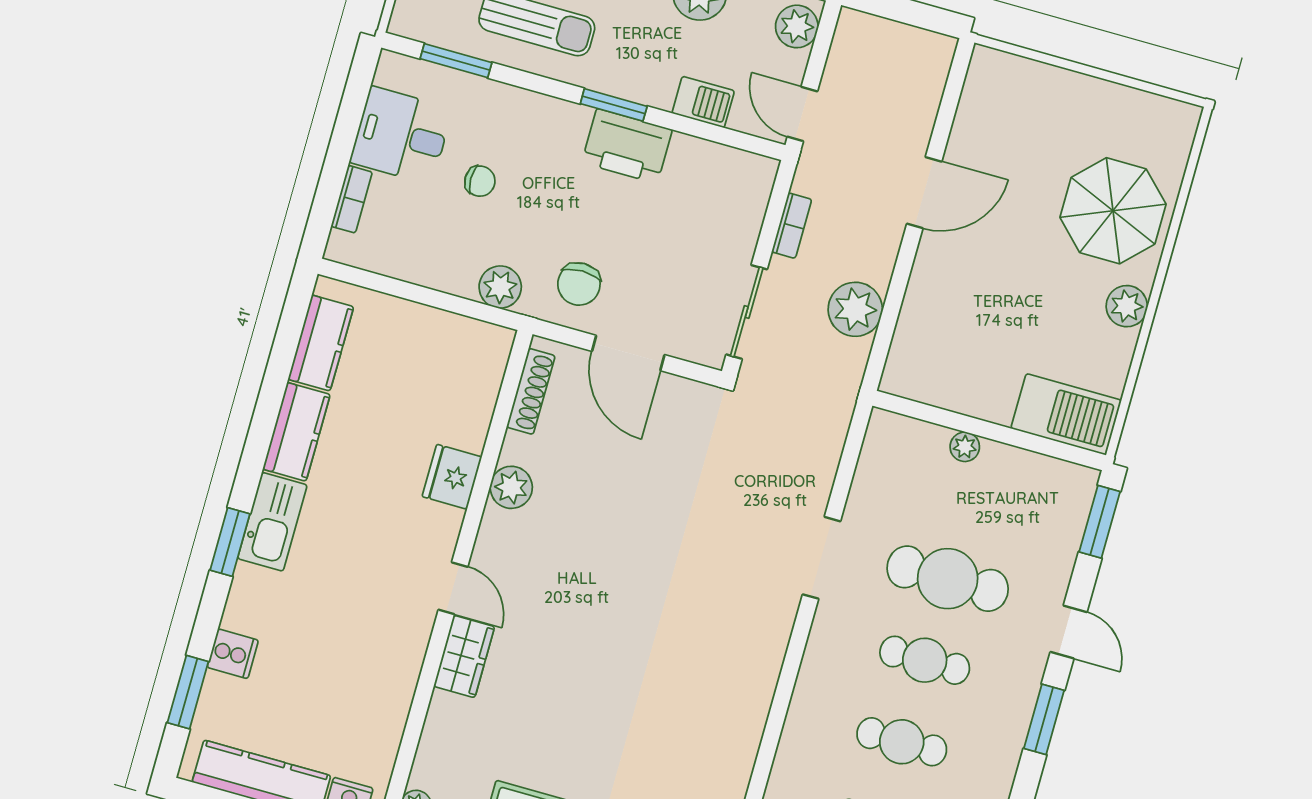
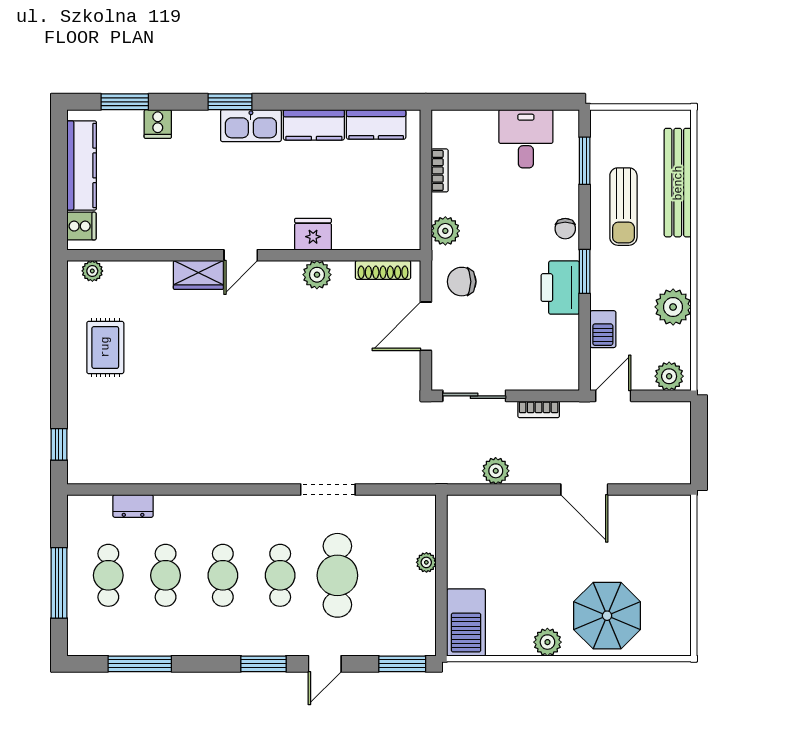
chair: (480, 181) -> (565, 229), moved
bookcase: (352, 199) -> (440, 170), moved, turned -90
plant: (855, 309) -> (496, 471), width x0.73, depth x0.73

